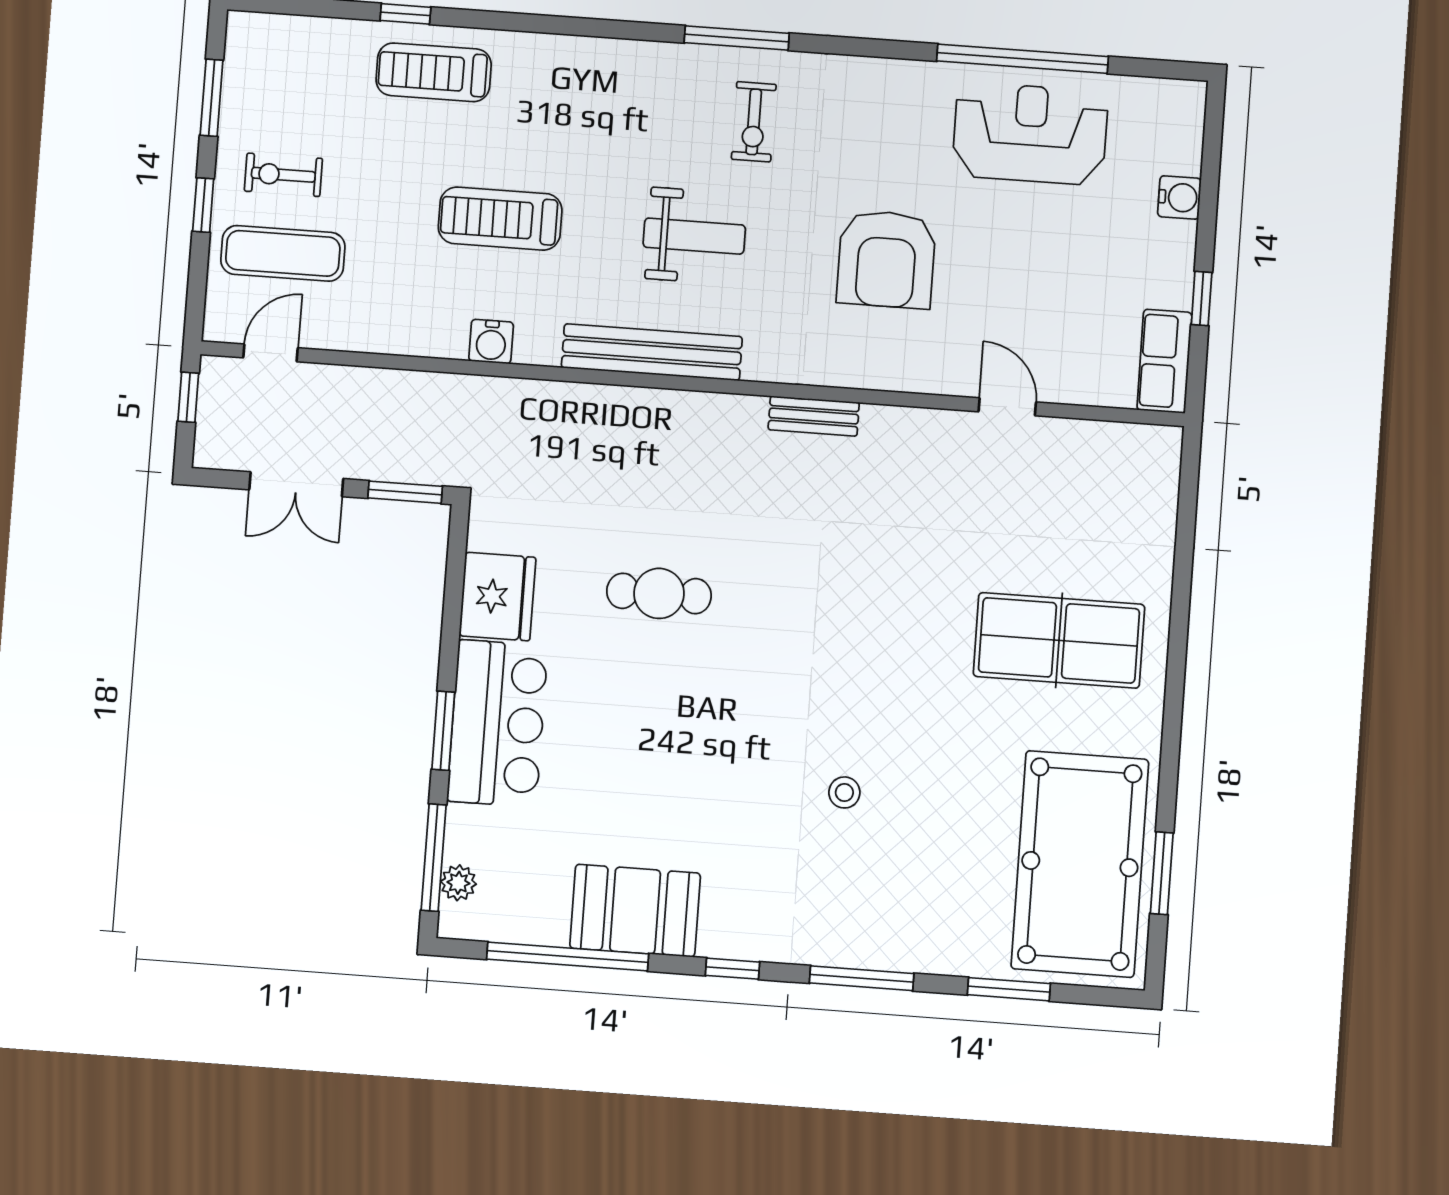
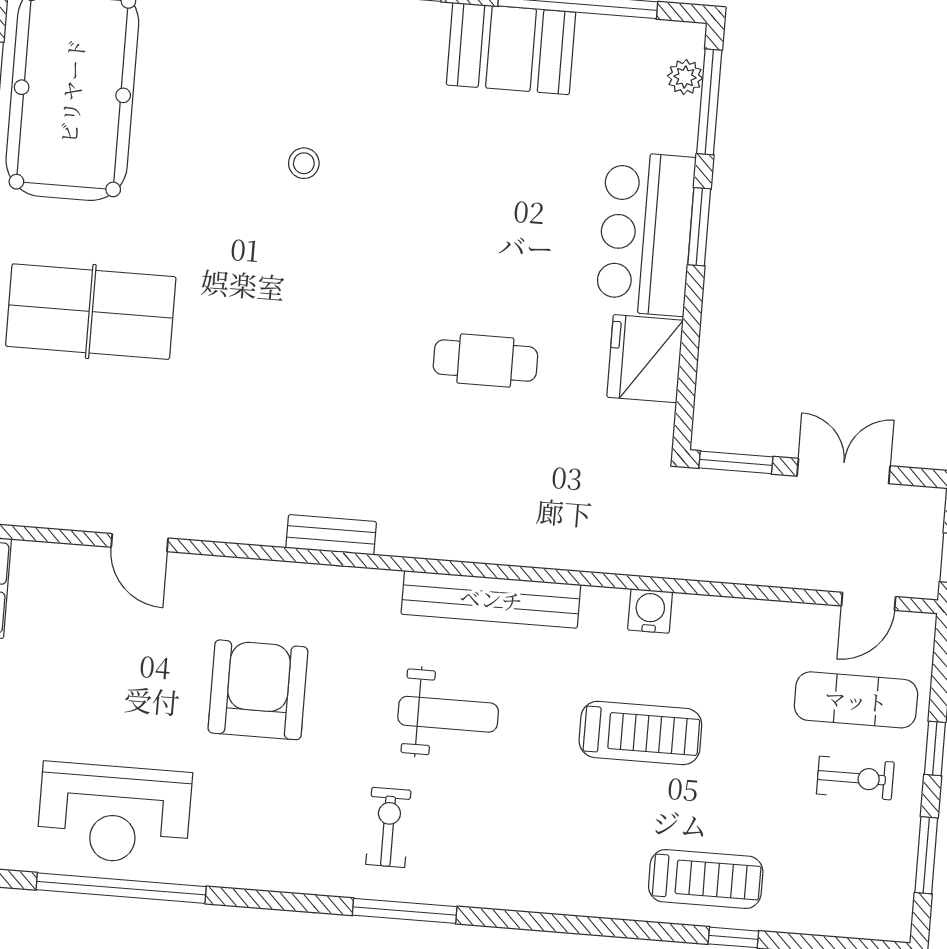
weight bench: (694, 236) -> (448, 714), turned 180

